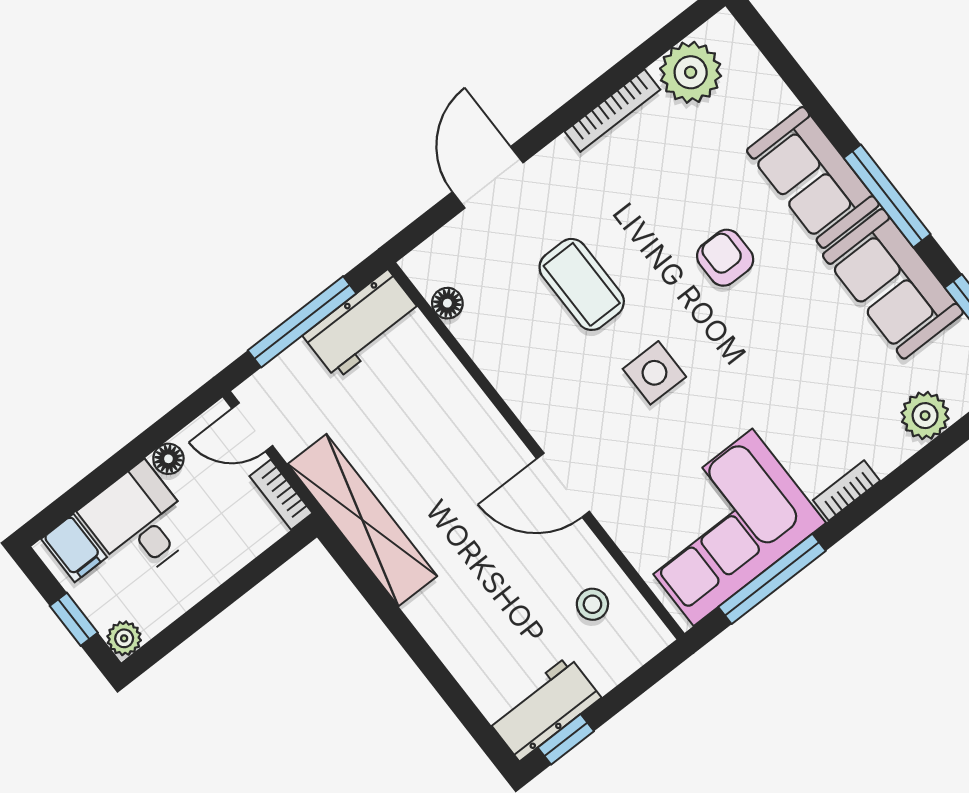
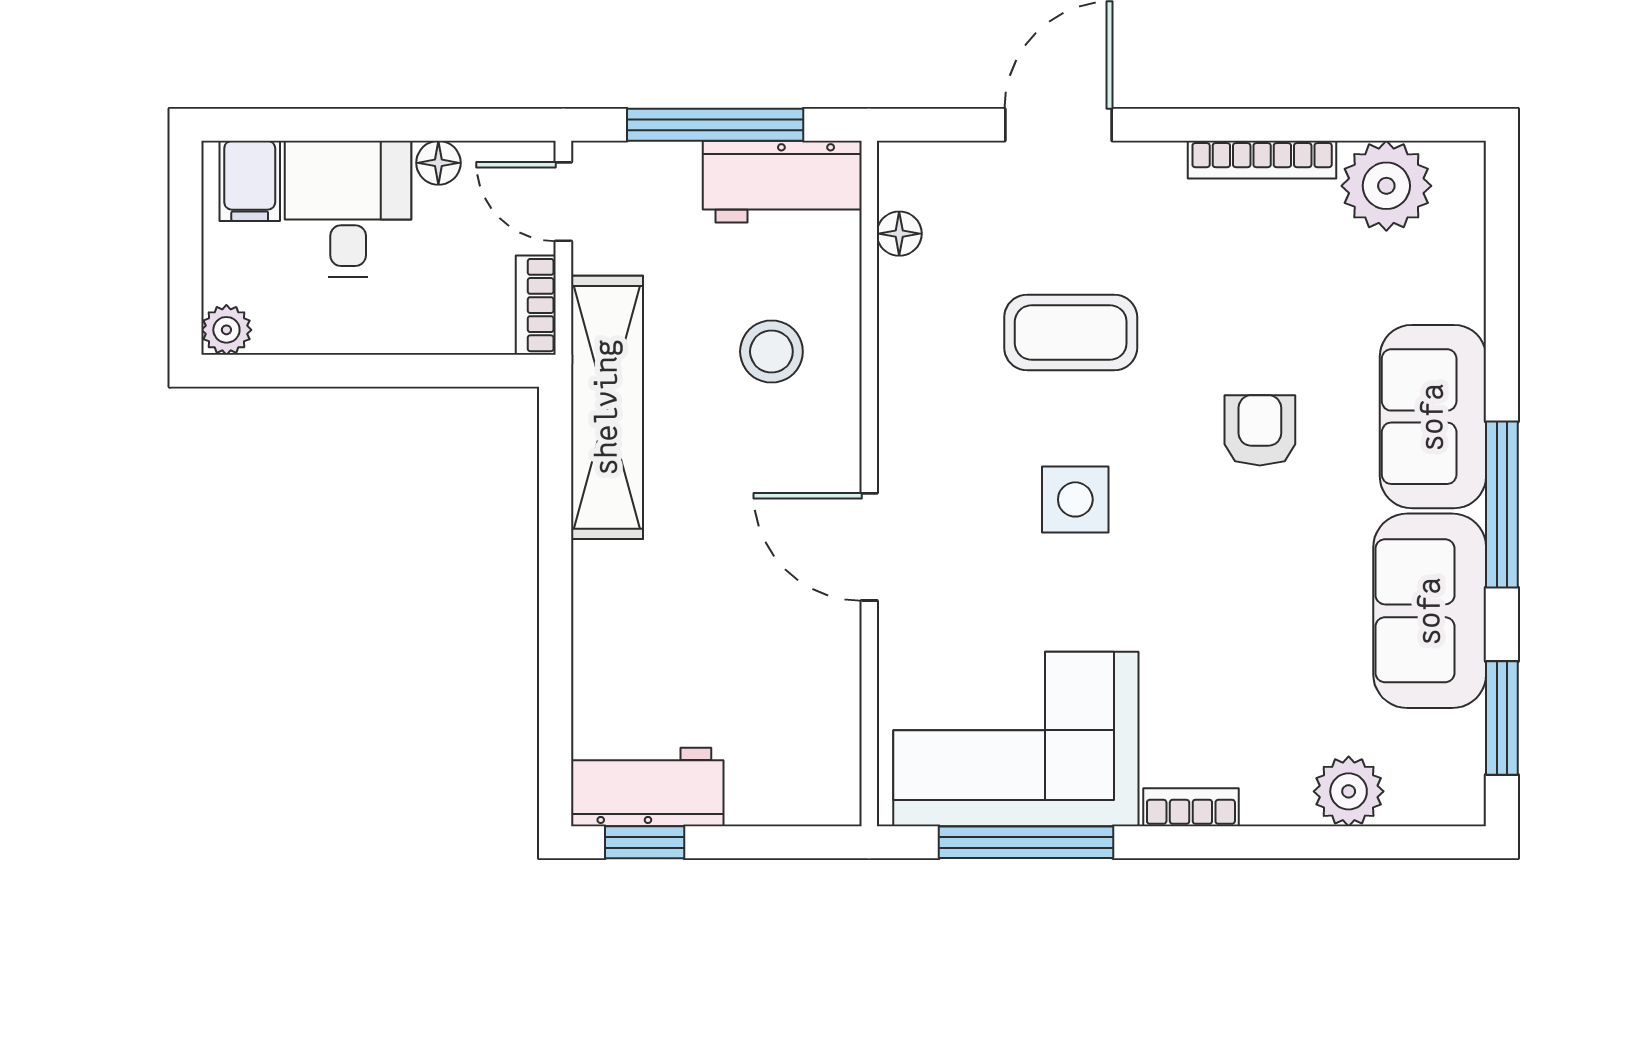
coffee table: (582, 284) -> (1071, 332), turned 90
stool: (592, 604) -> (771, 352), moved, width x1.37, depth x1.37
window: (74, 619) -> (186, 263), removed

